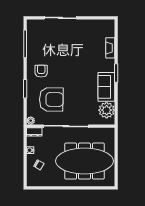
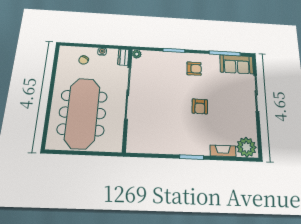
sofa: (106, 87) -> (237, 64), moved, turned 180
armchair: (51, 99) -> (200, 106), moved, width x0.53, depth x0.53
plant: (107, 110) -> (246, 147), moved

